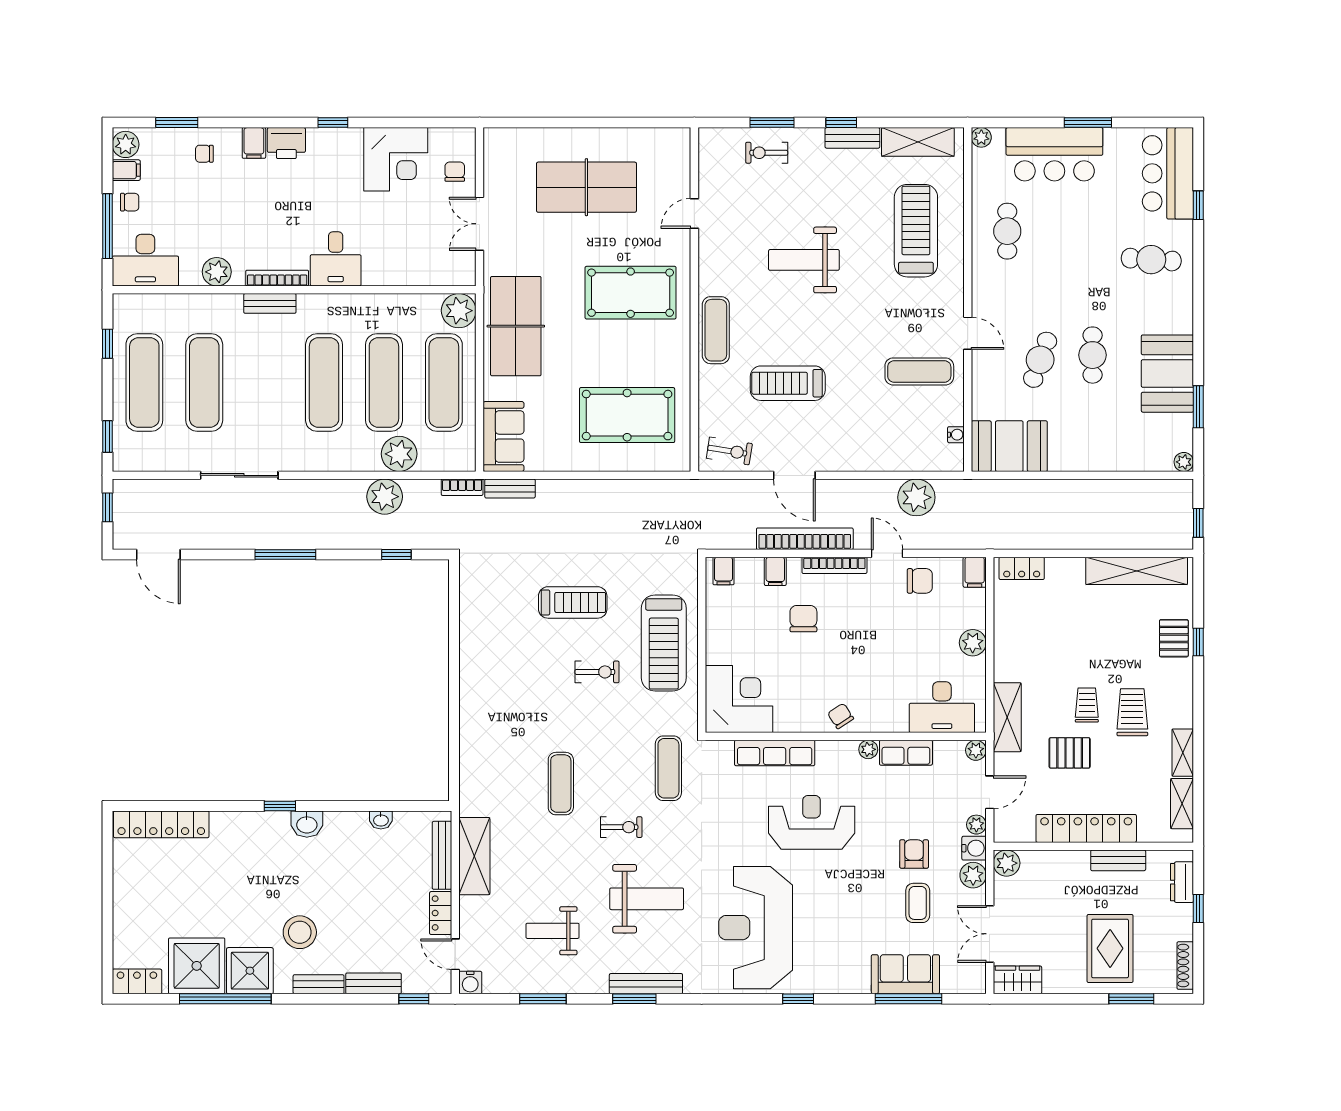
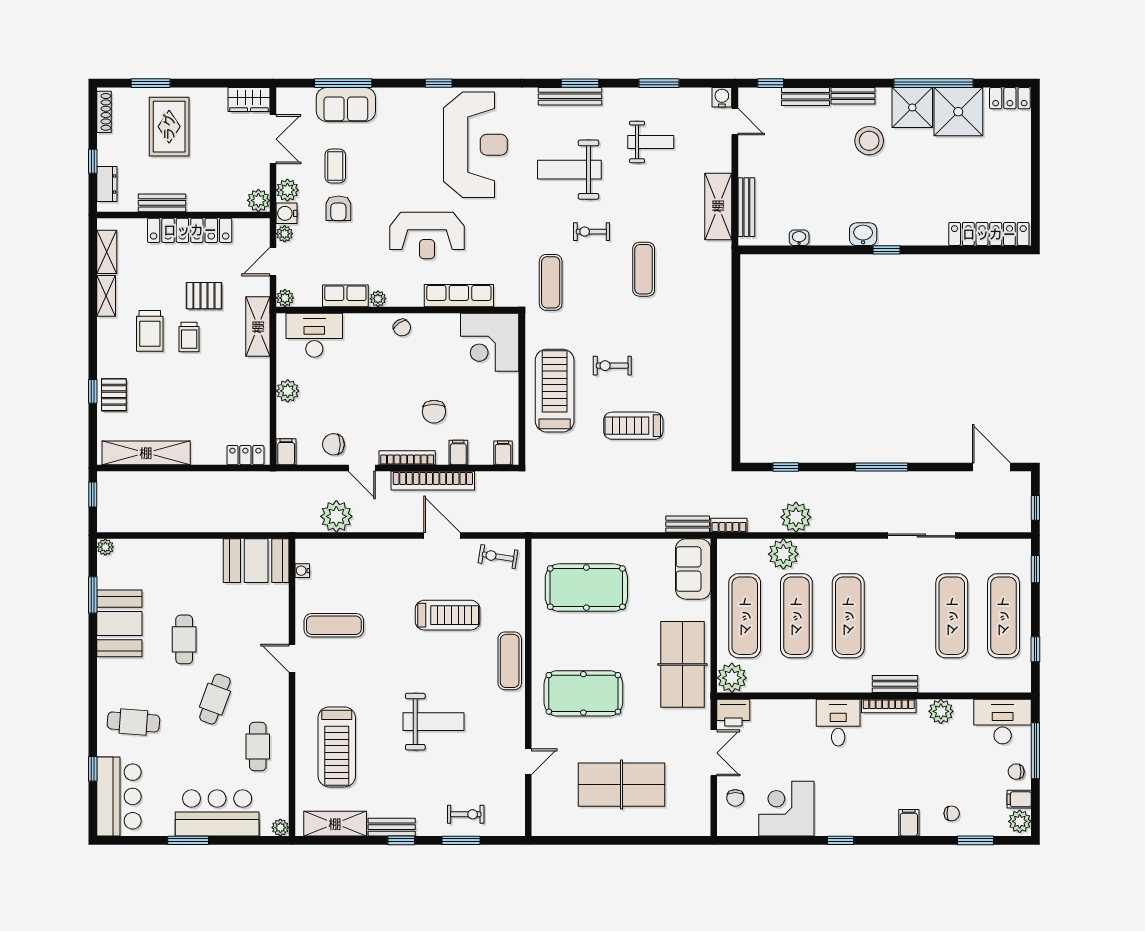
printer: (286, 143) -> (733, 713), moved, turned 180
cafe table: (1040, 360) -> (215, 699), moved
locker: (441, 913) -> (747, 157), removed

